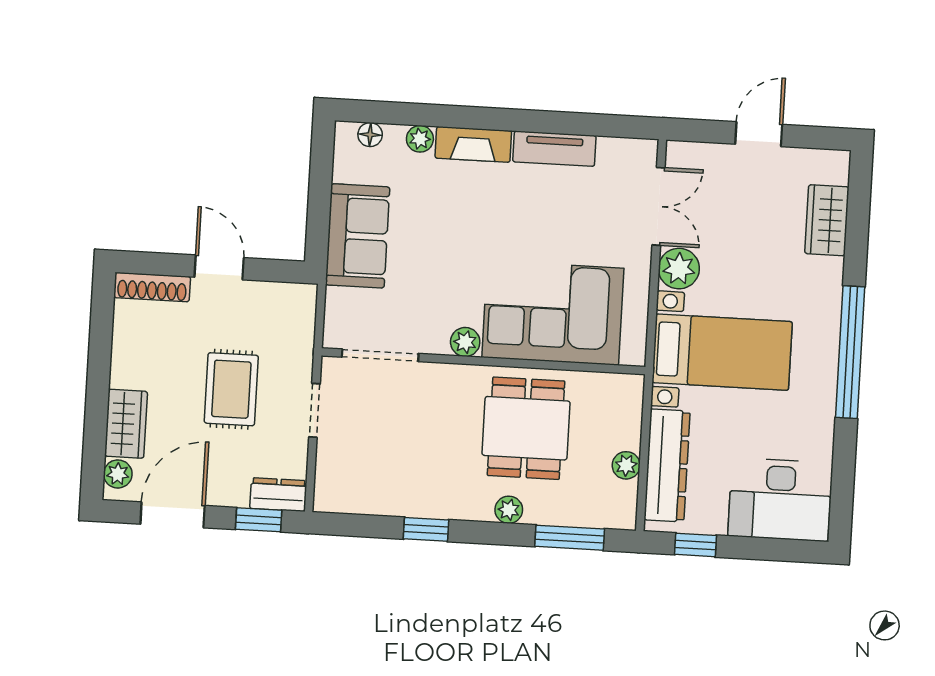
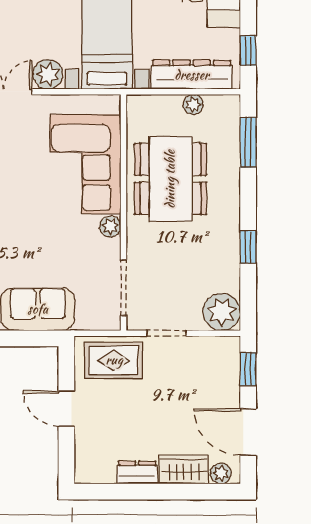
door: (219, 267) -> (66, 409), hinge flipped
shoe rack: (152, 287) -> (84, 456), removed
rug: (231, 389) -> (114, 360), moved
dining table: (526, 428) -> (170, 179), width x1.37
dresser: (278, 495) -> (137, 472), moved, turned 90
plant: (509, 510) -> (222, 312), moved, width x1.87, depth x1.87

